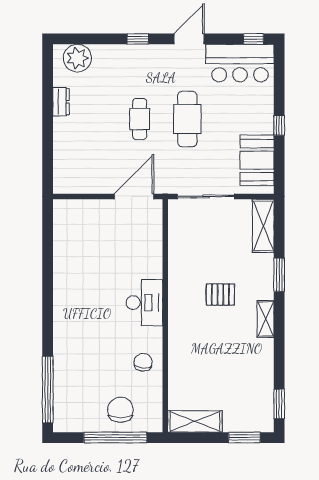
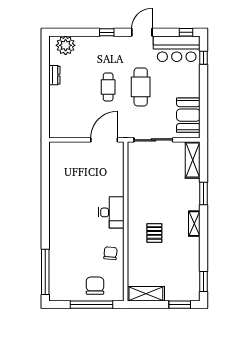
window: (279, 125) -> (203, 58), moved
pallet: (220, 295) -> (154, 233), moved, turned 90

